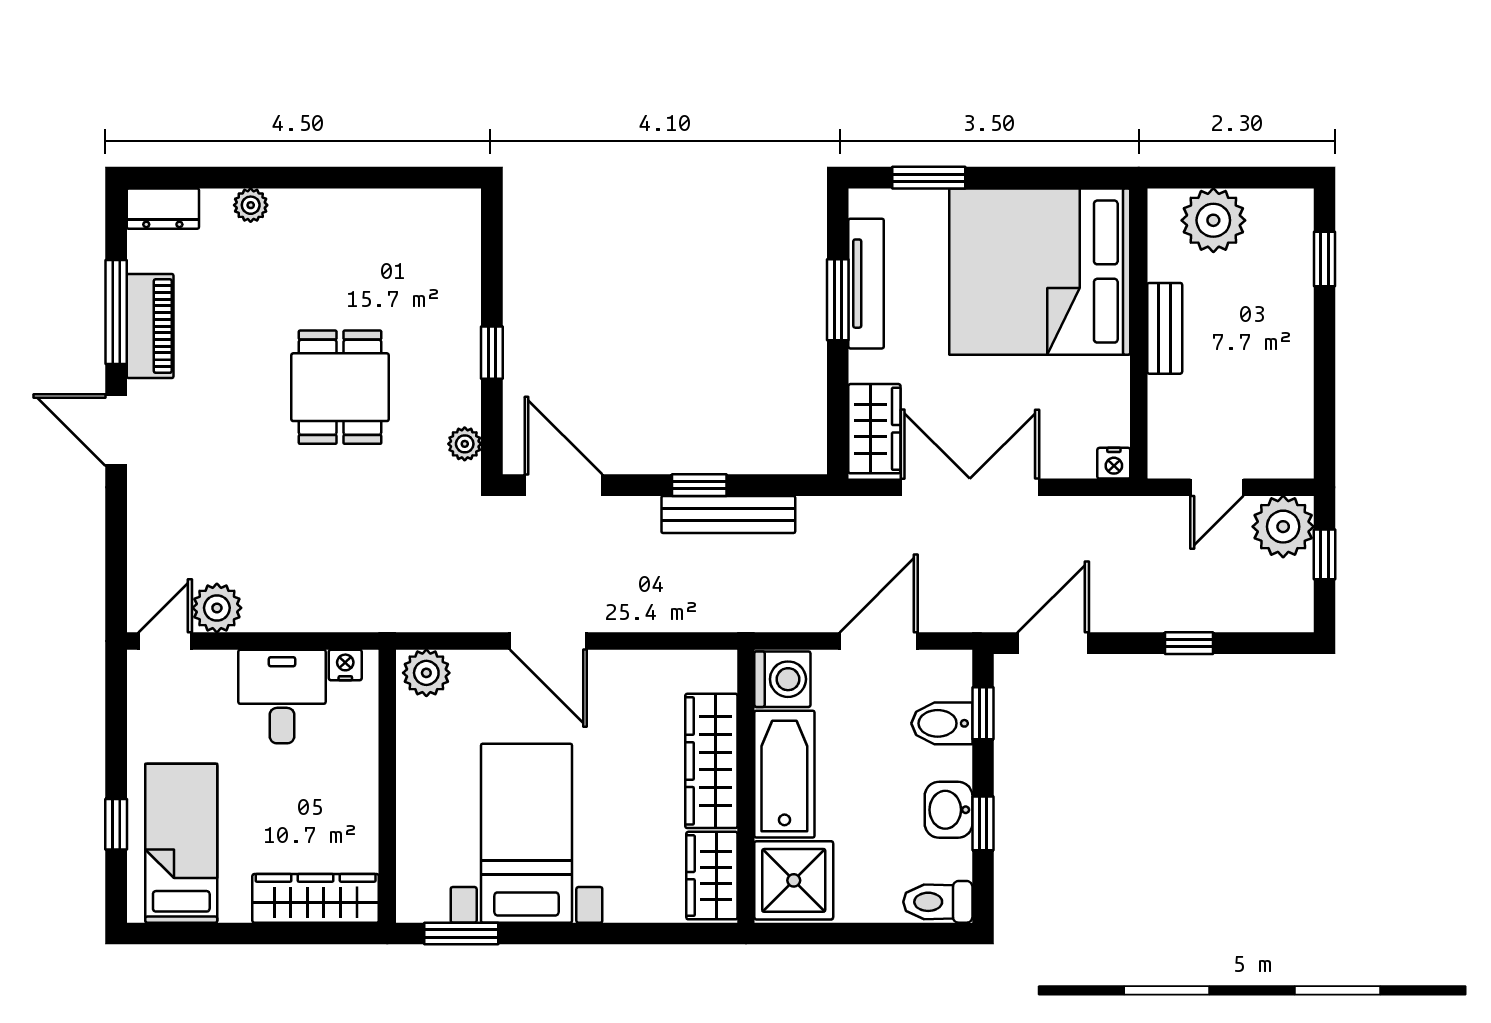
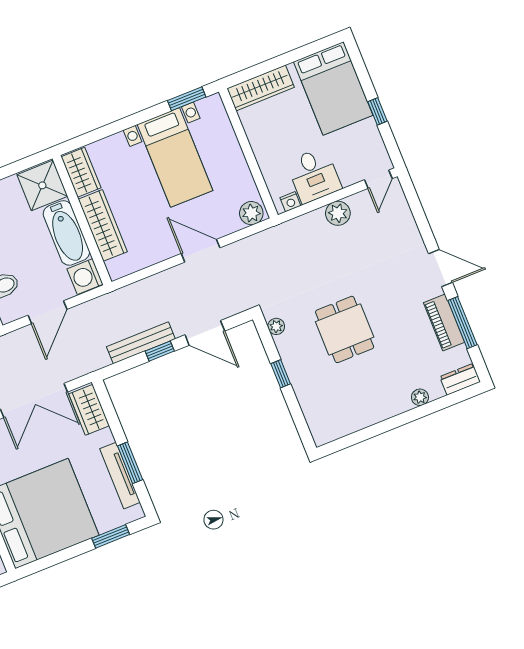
door: (563, 485) -> (205, 333), moved
plant: (217, 608) -> (338, 213), moved
window: (116, 824) -> (377, 111), moved
bed: (181, 843) -> (333, 88), width x1.50

